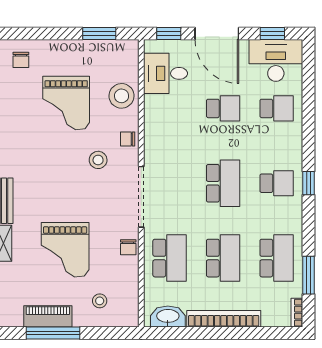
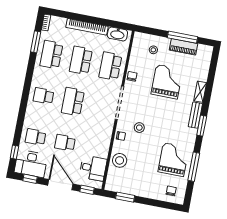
grand piano: (66, 103) -> (173, 160), moved
window: (308, 183) -> (14, 152), moved

